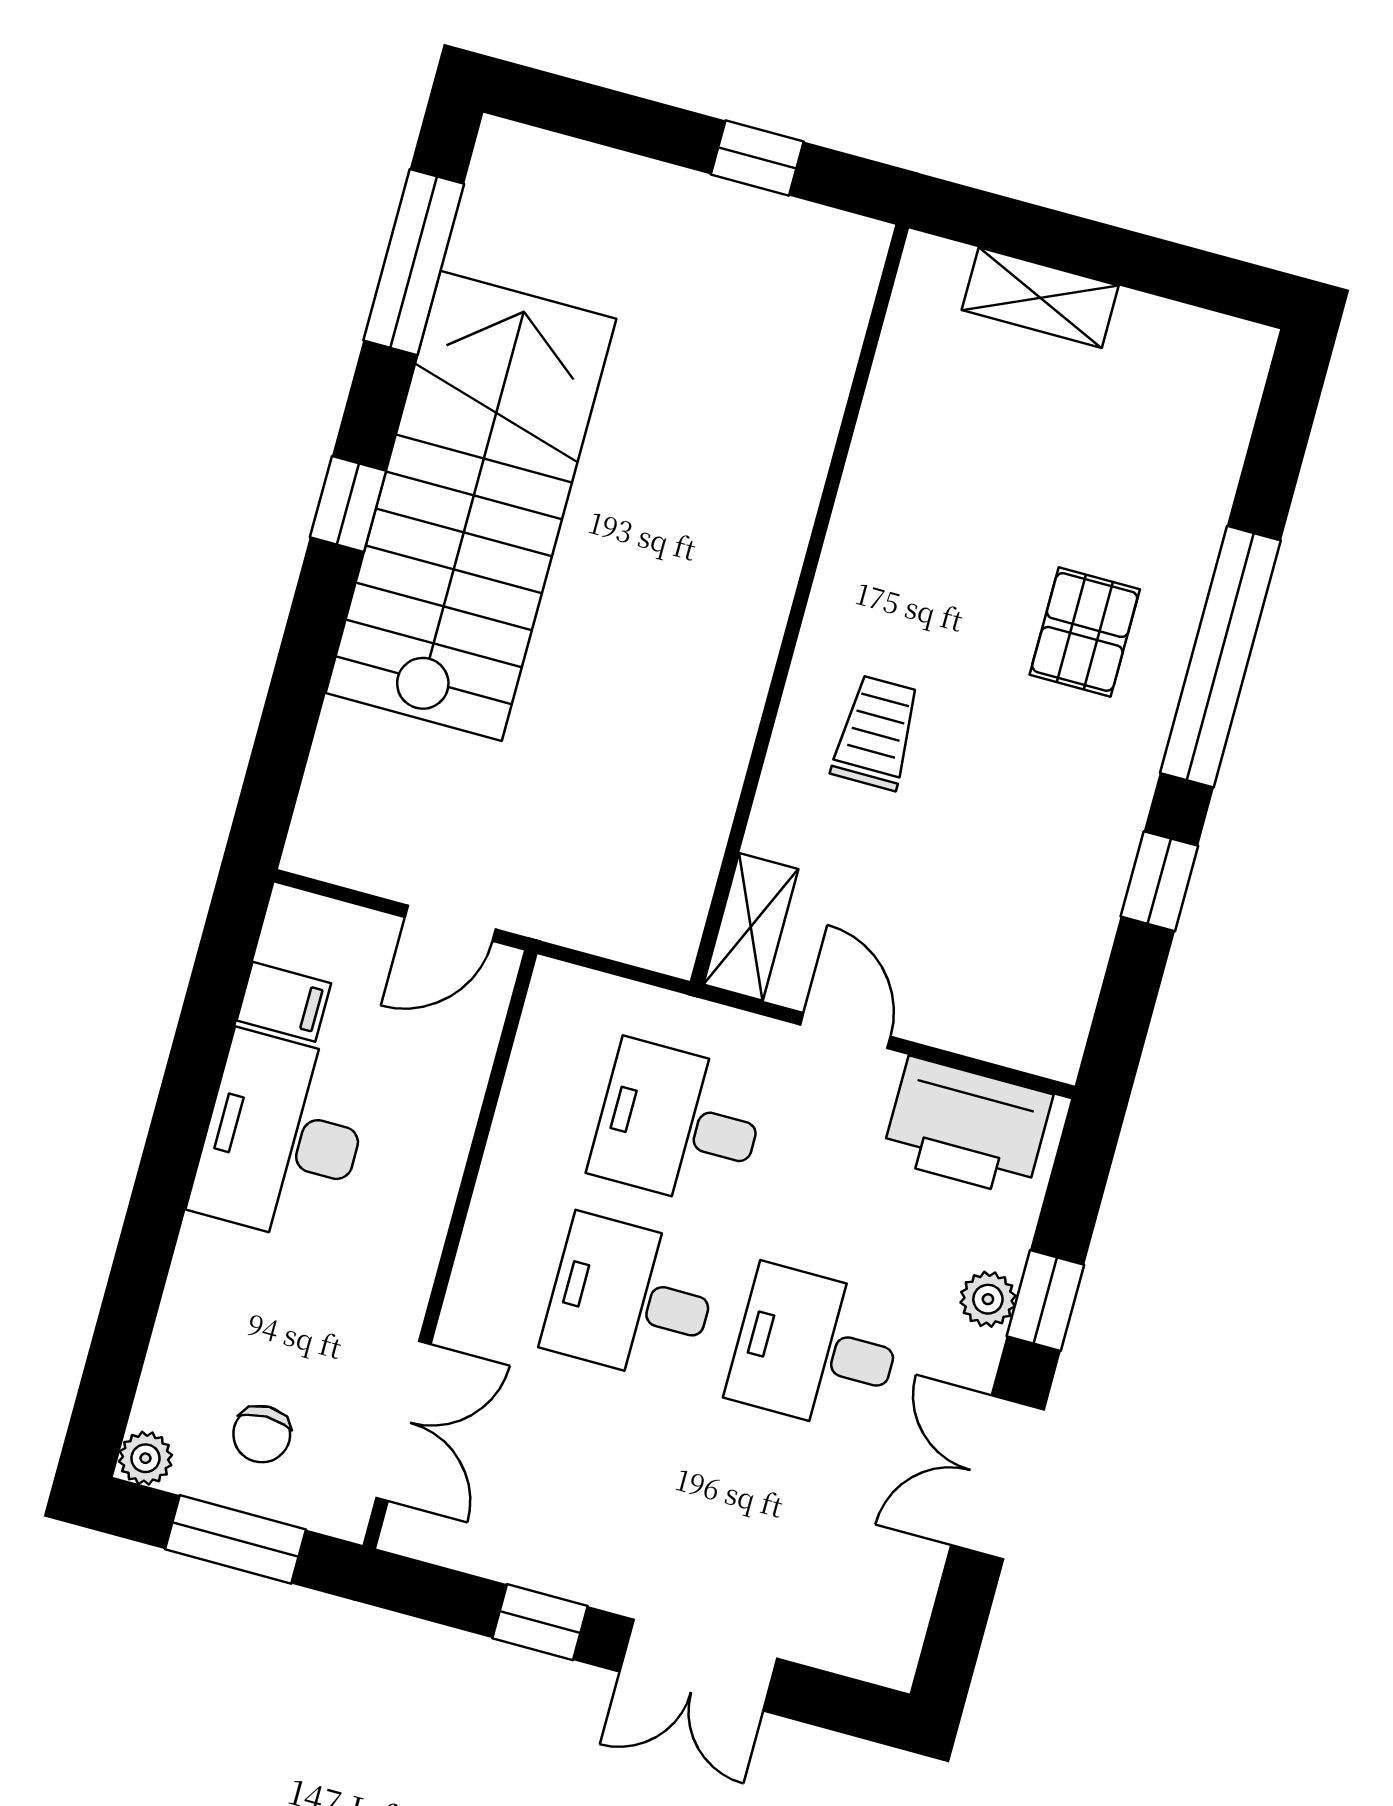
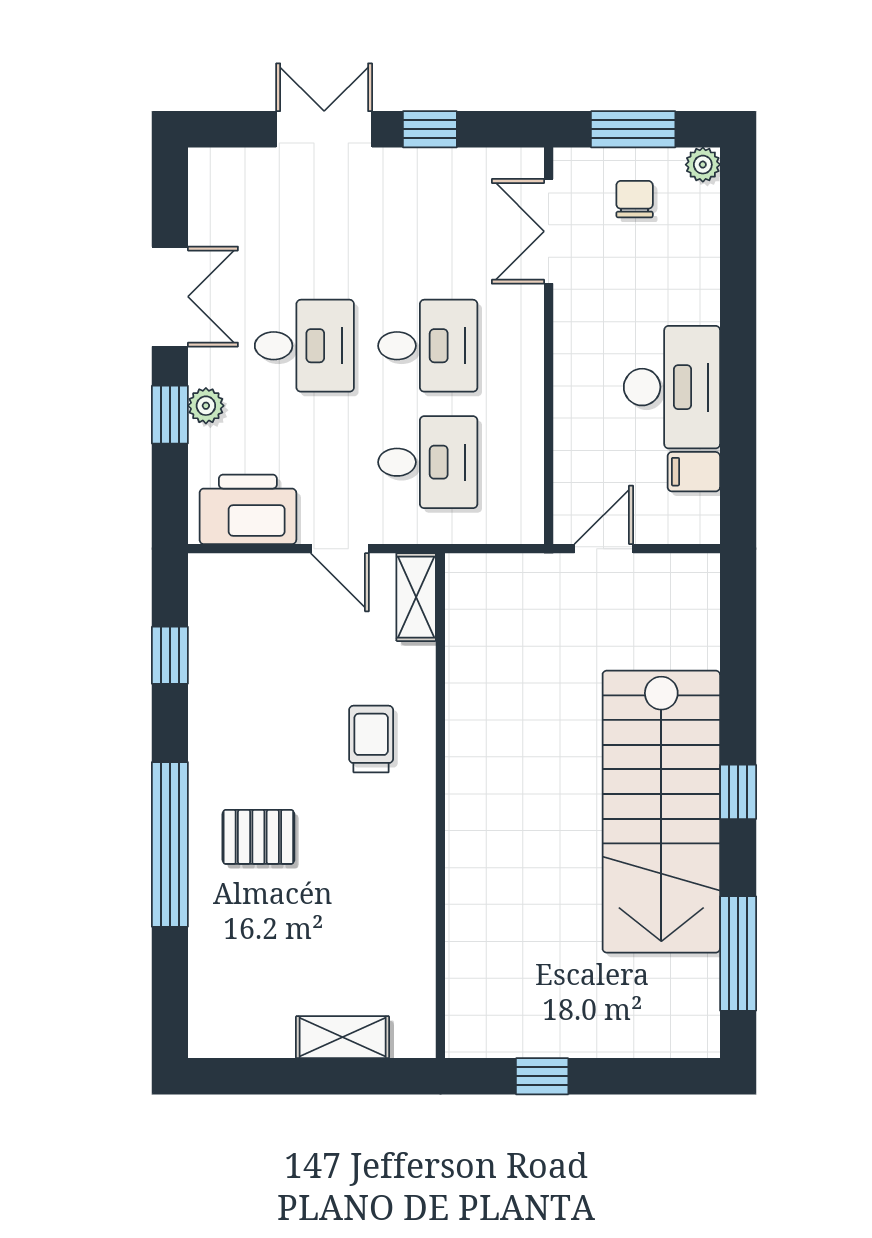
pallet: (1085, 632) -> (258, 837), turned 90
trolley: (876, 733) -> (371, 739), turned 180
window: (1159, 881) -> (170, 655), moved

